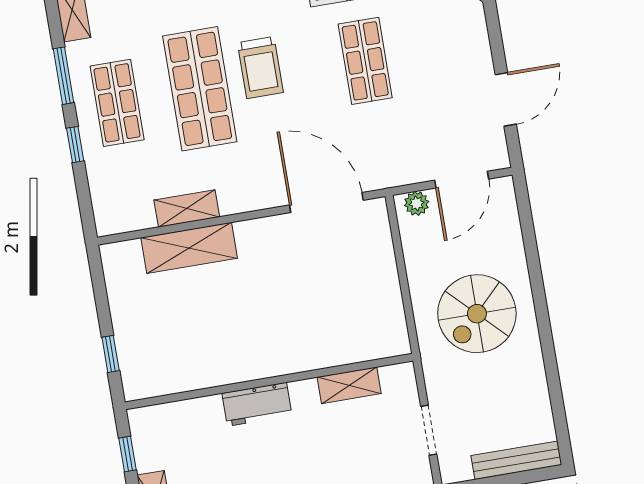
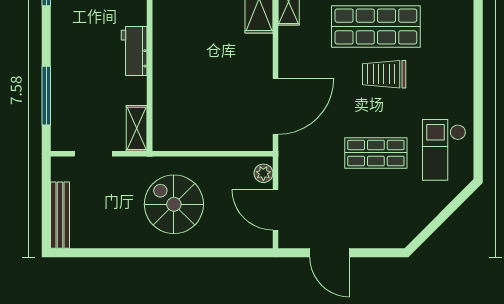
shelving: (349, 385) -> (137, 128), moved
workbench: (257, 404) -> (134, 51), moved

